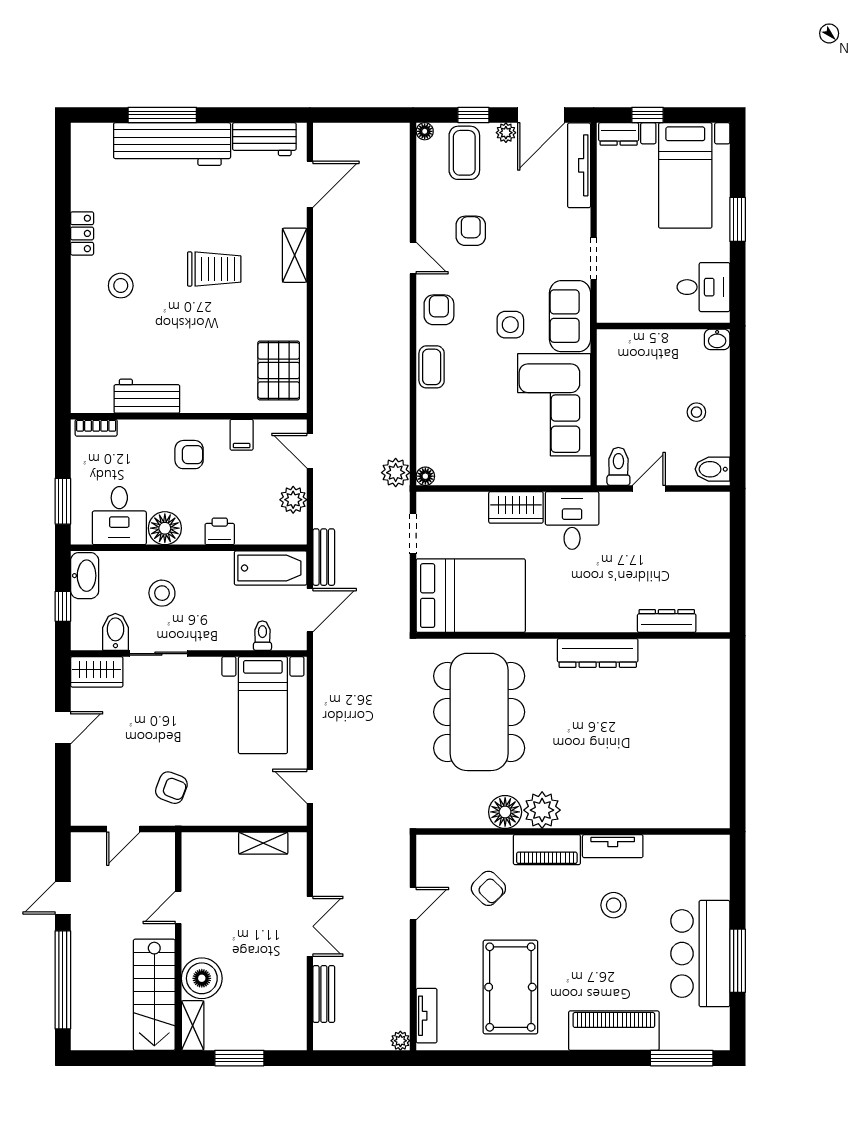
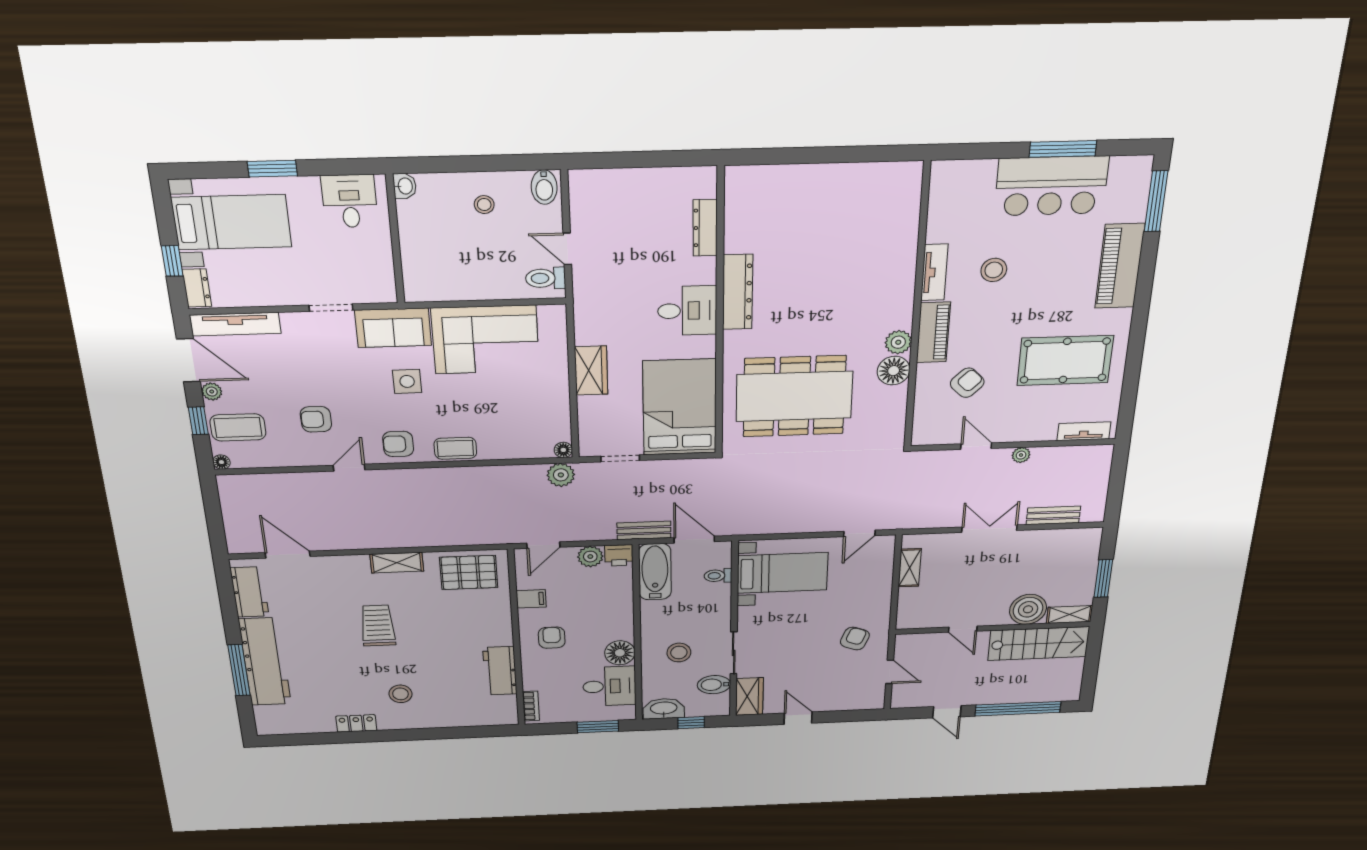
shelving: (295, 255) -> (397, 563), moved
desk: (572, 520) -> (687, 311), moved, turned 180
printer: (220, 531) -> (619, 555), moved, turned -90
plant: (542, 810) -> (898, 342), width x0.73, depth x0.73
plant: (400, 1041) -> (1021, 455), moved

